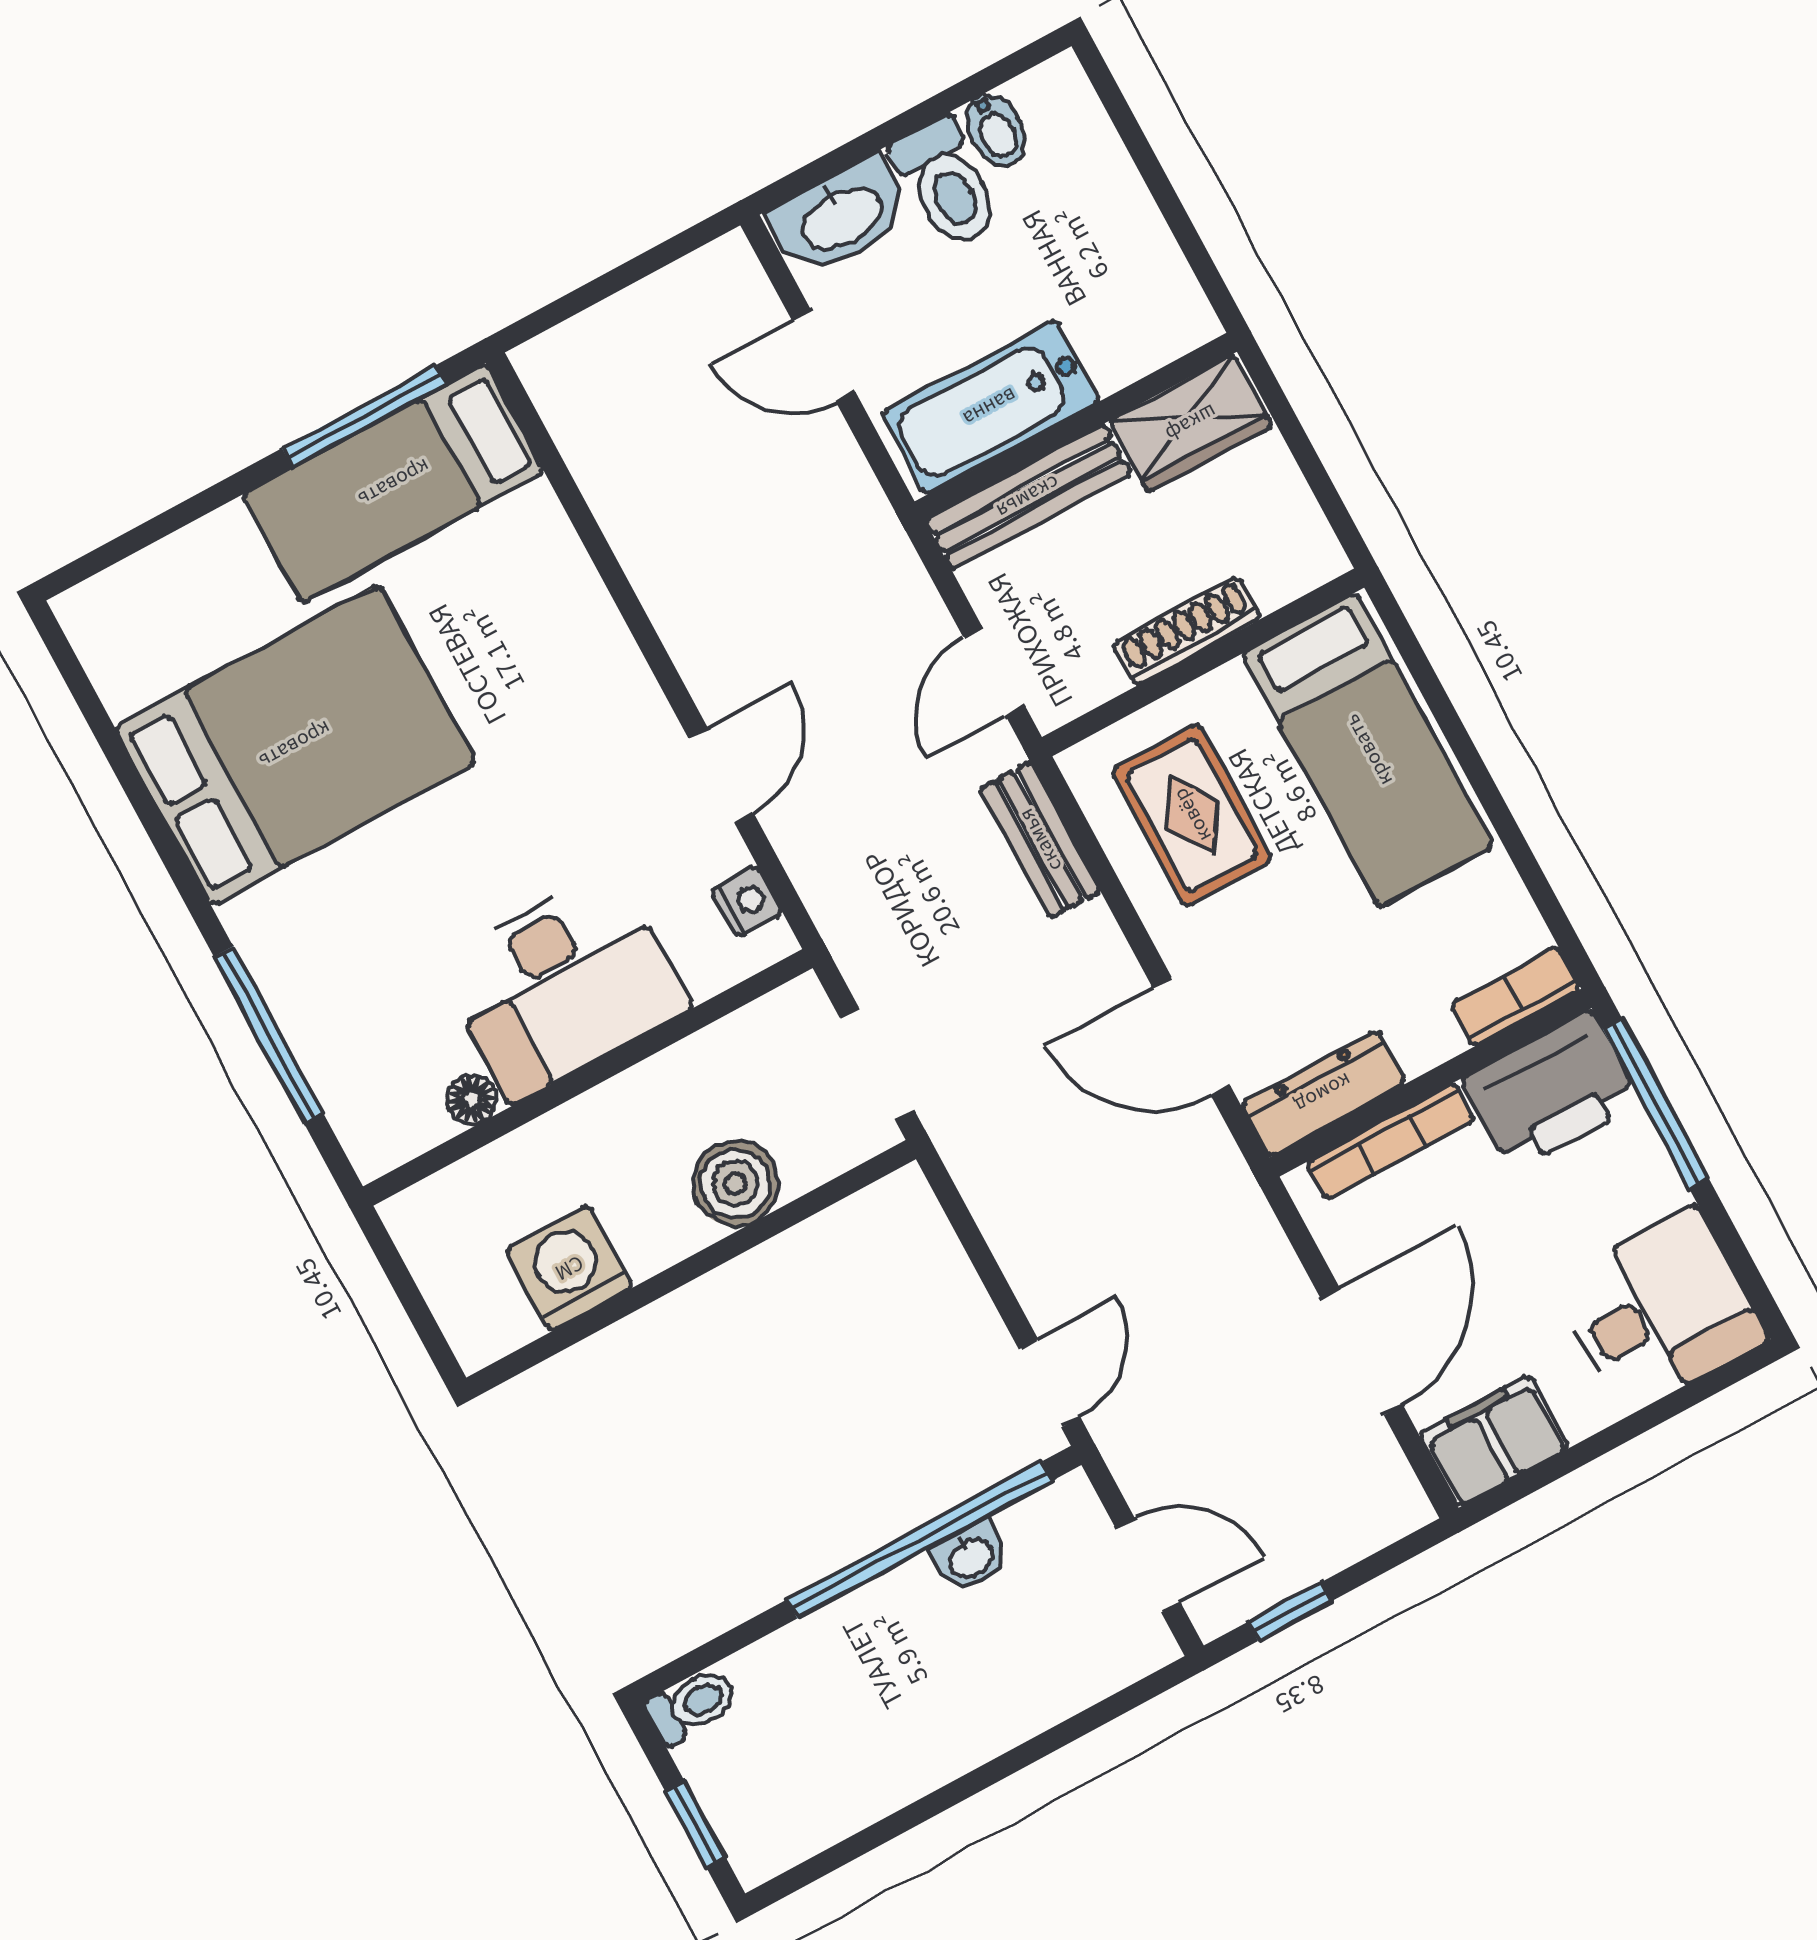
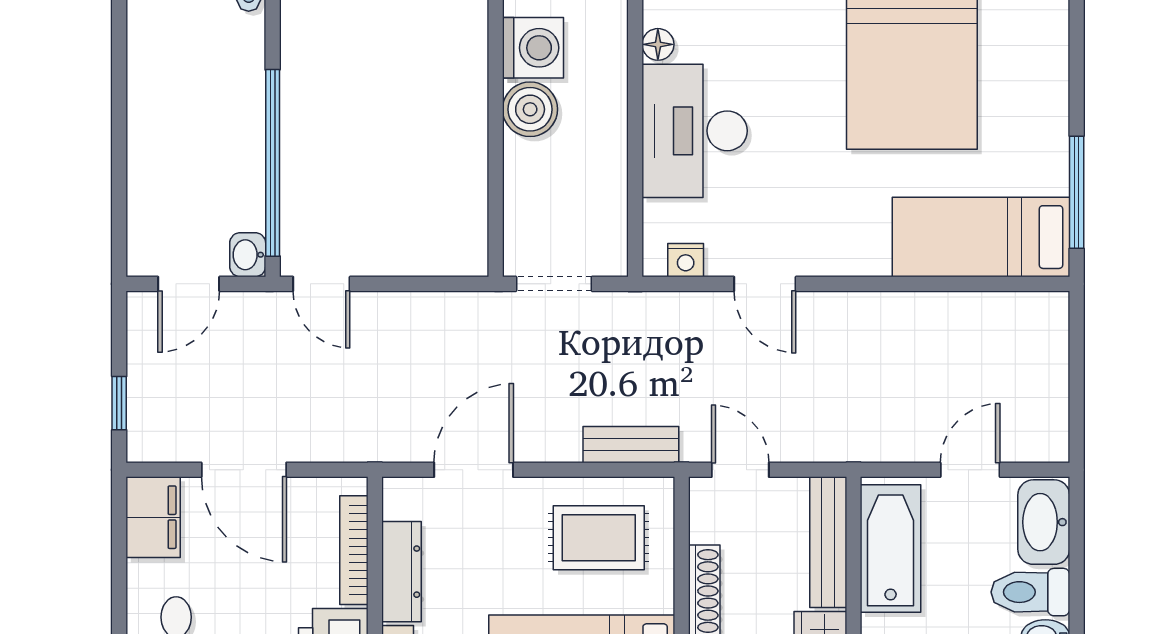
bed: (394, 483) -> (981, 237), moved, turned -90
dresser: (1323, 1093) -> (401, 572), moved
boiler: (735, 1183) -> (530, 109), moved
washbasin: (971, 1557) -> (248, 255), moved
window: (1290, 1611) -> (119, 403), moved

